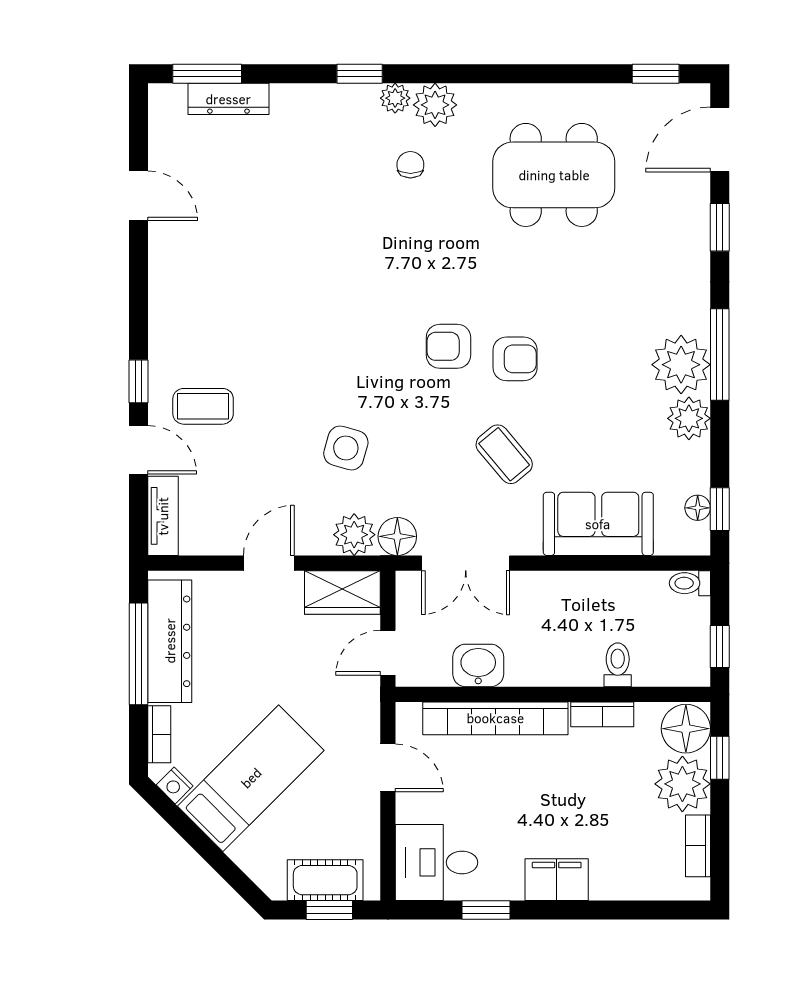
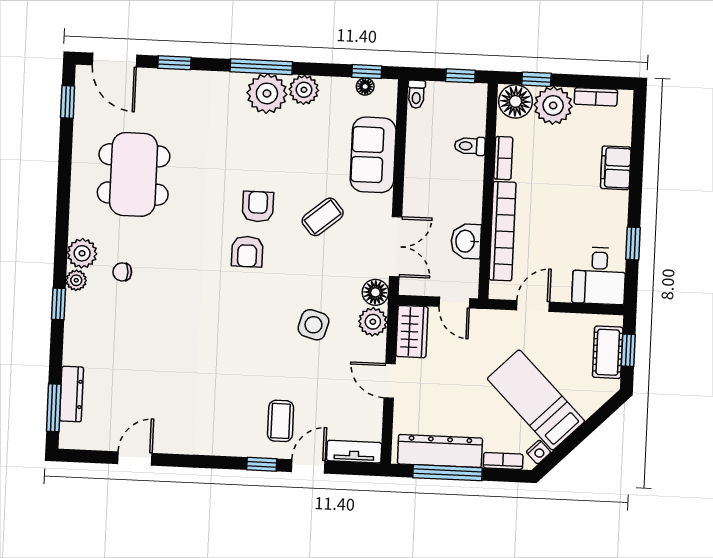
filing cabinet: (557, 880) -> (616, 168), moved

